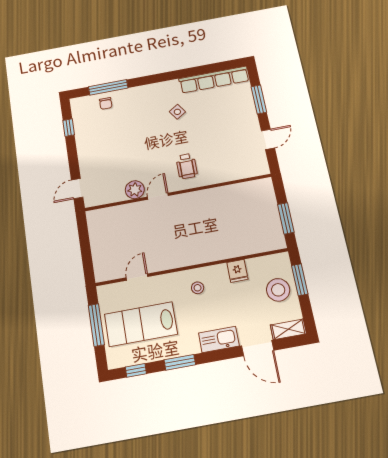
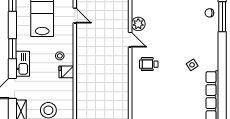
fridge: (237, 271) -> (66, 72), moved
window: (180, 362) -> (12, 49), moved

